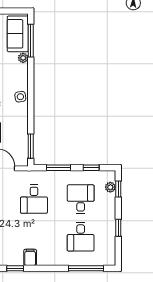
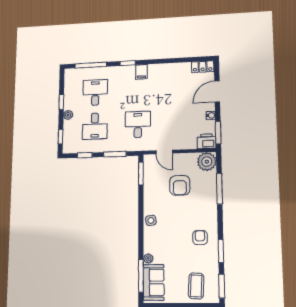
plant: (110, 187) -> (68, 115), moved
window: (15, 268) -> (128, 63), moved

